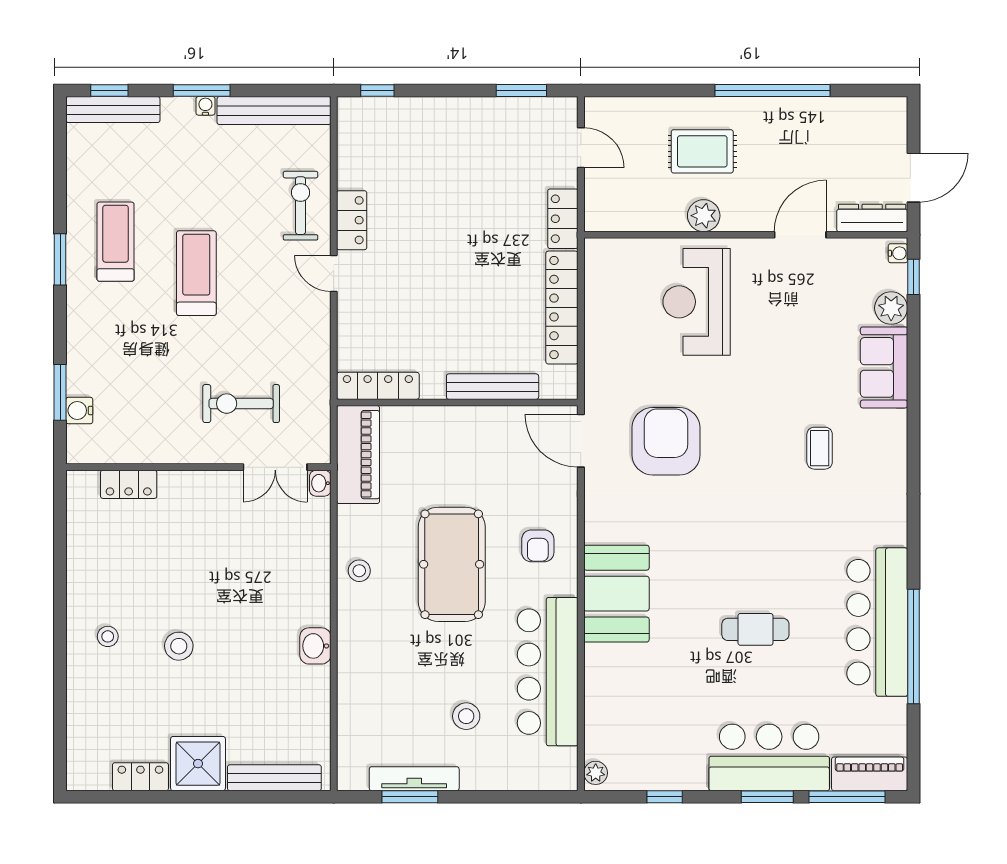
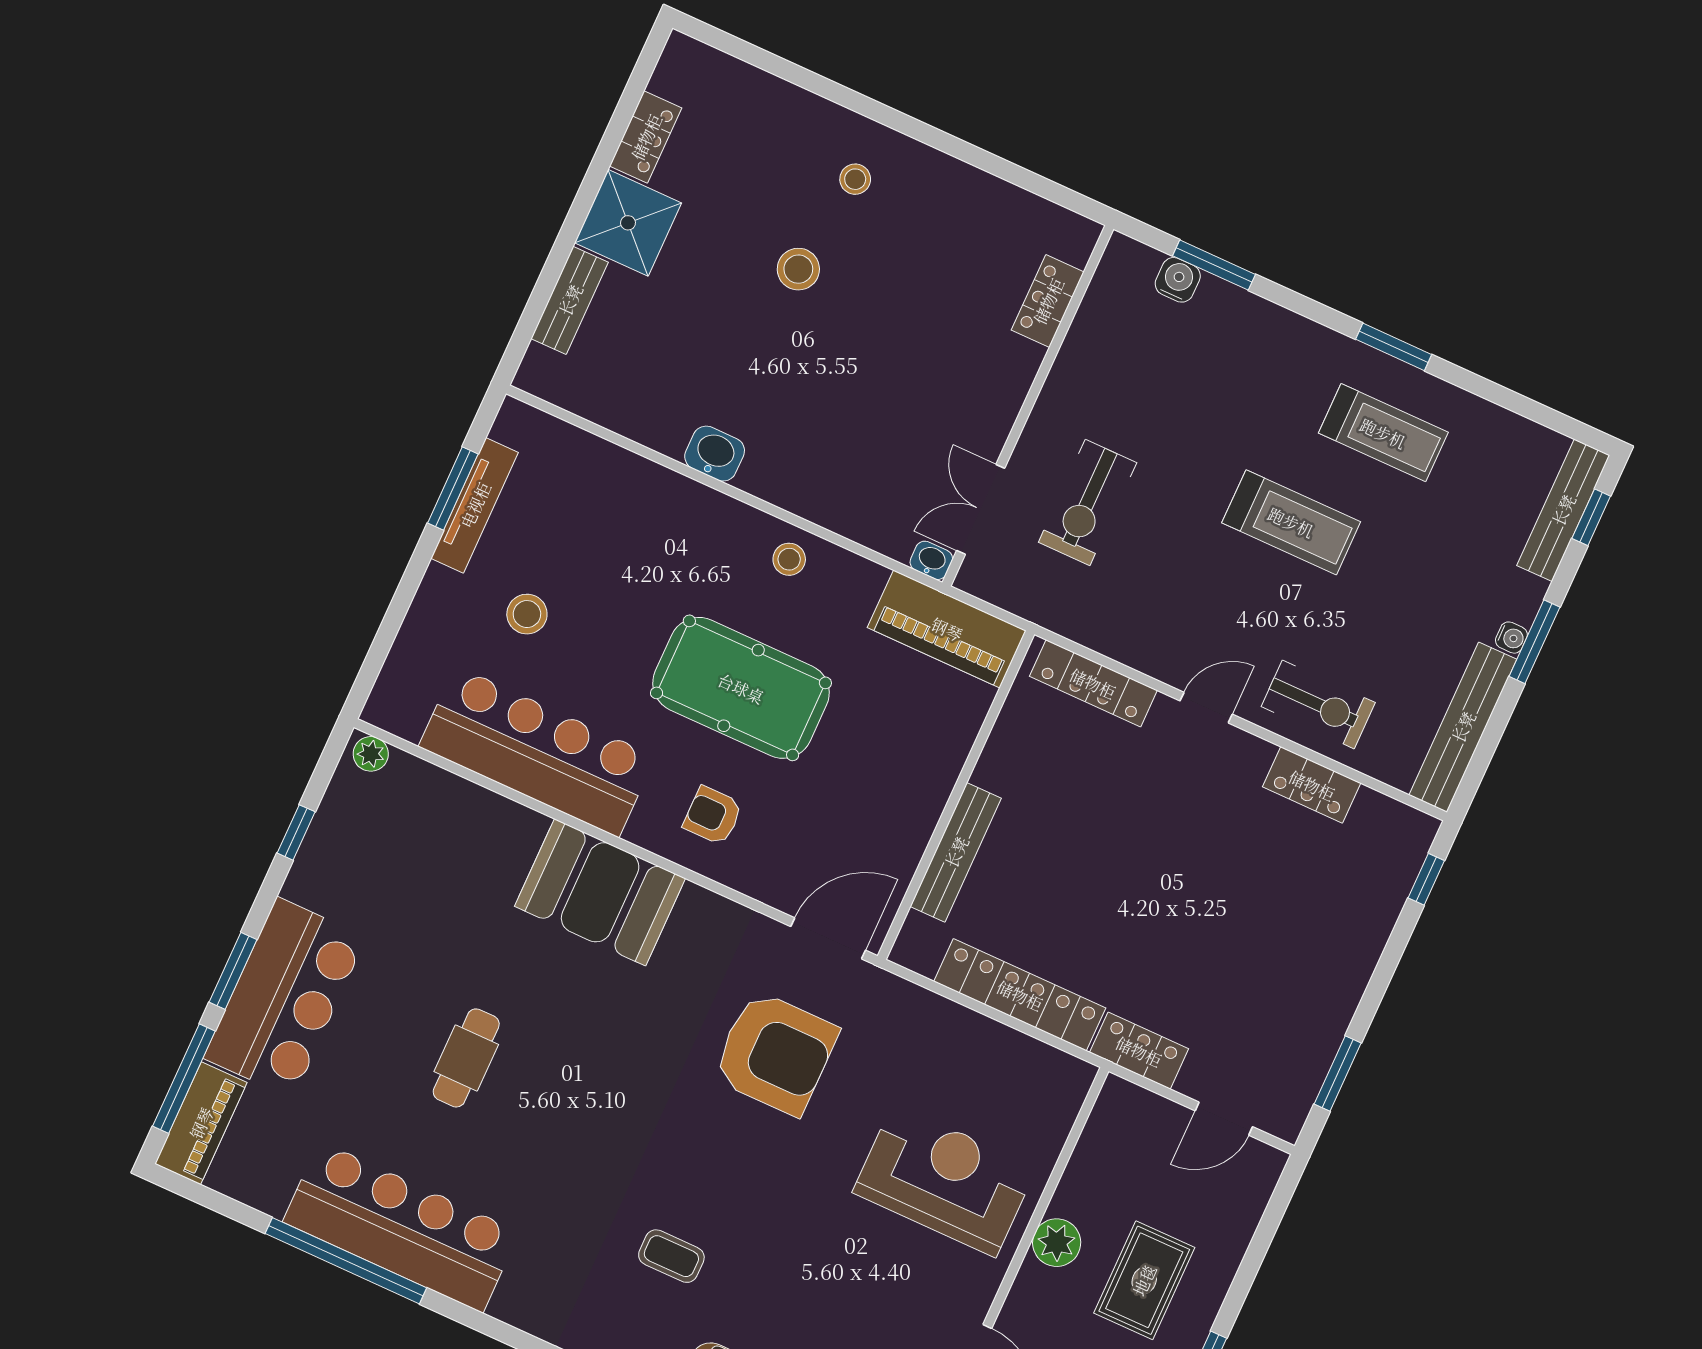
locker: (352, 220) -> (1312, 785), moved
locker: (378, 386) -> (1093, 683), moved, turned 90
exercise bike: (241, 404) -> (1088, 502), turned 180
bench: (274, 778) -> (570, 300), width x0.73

